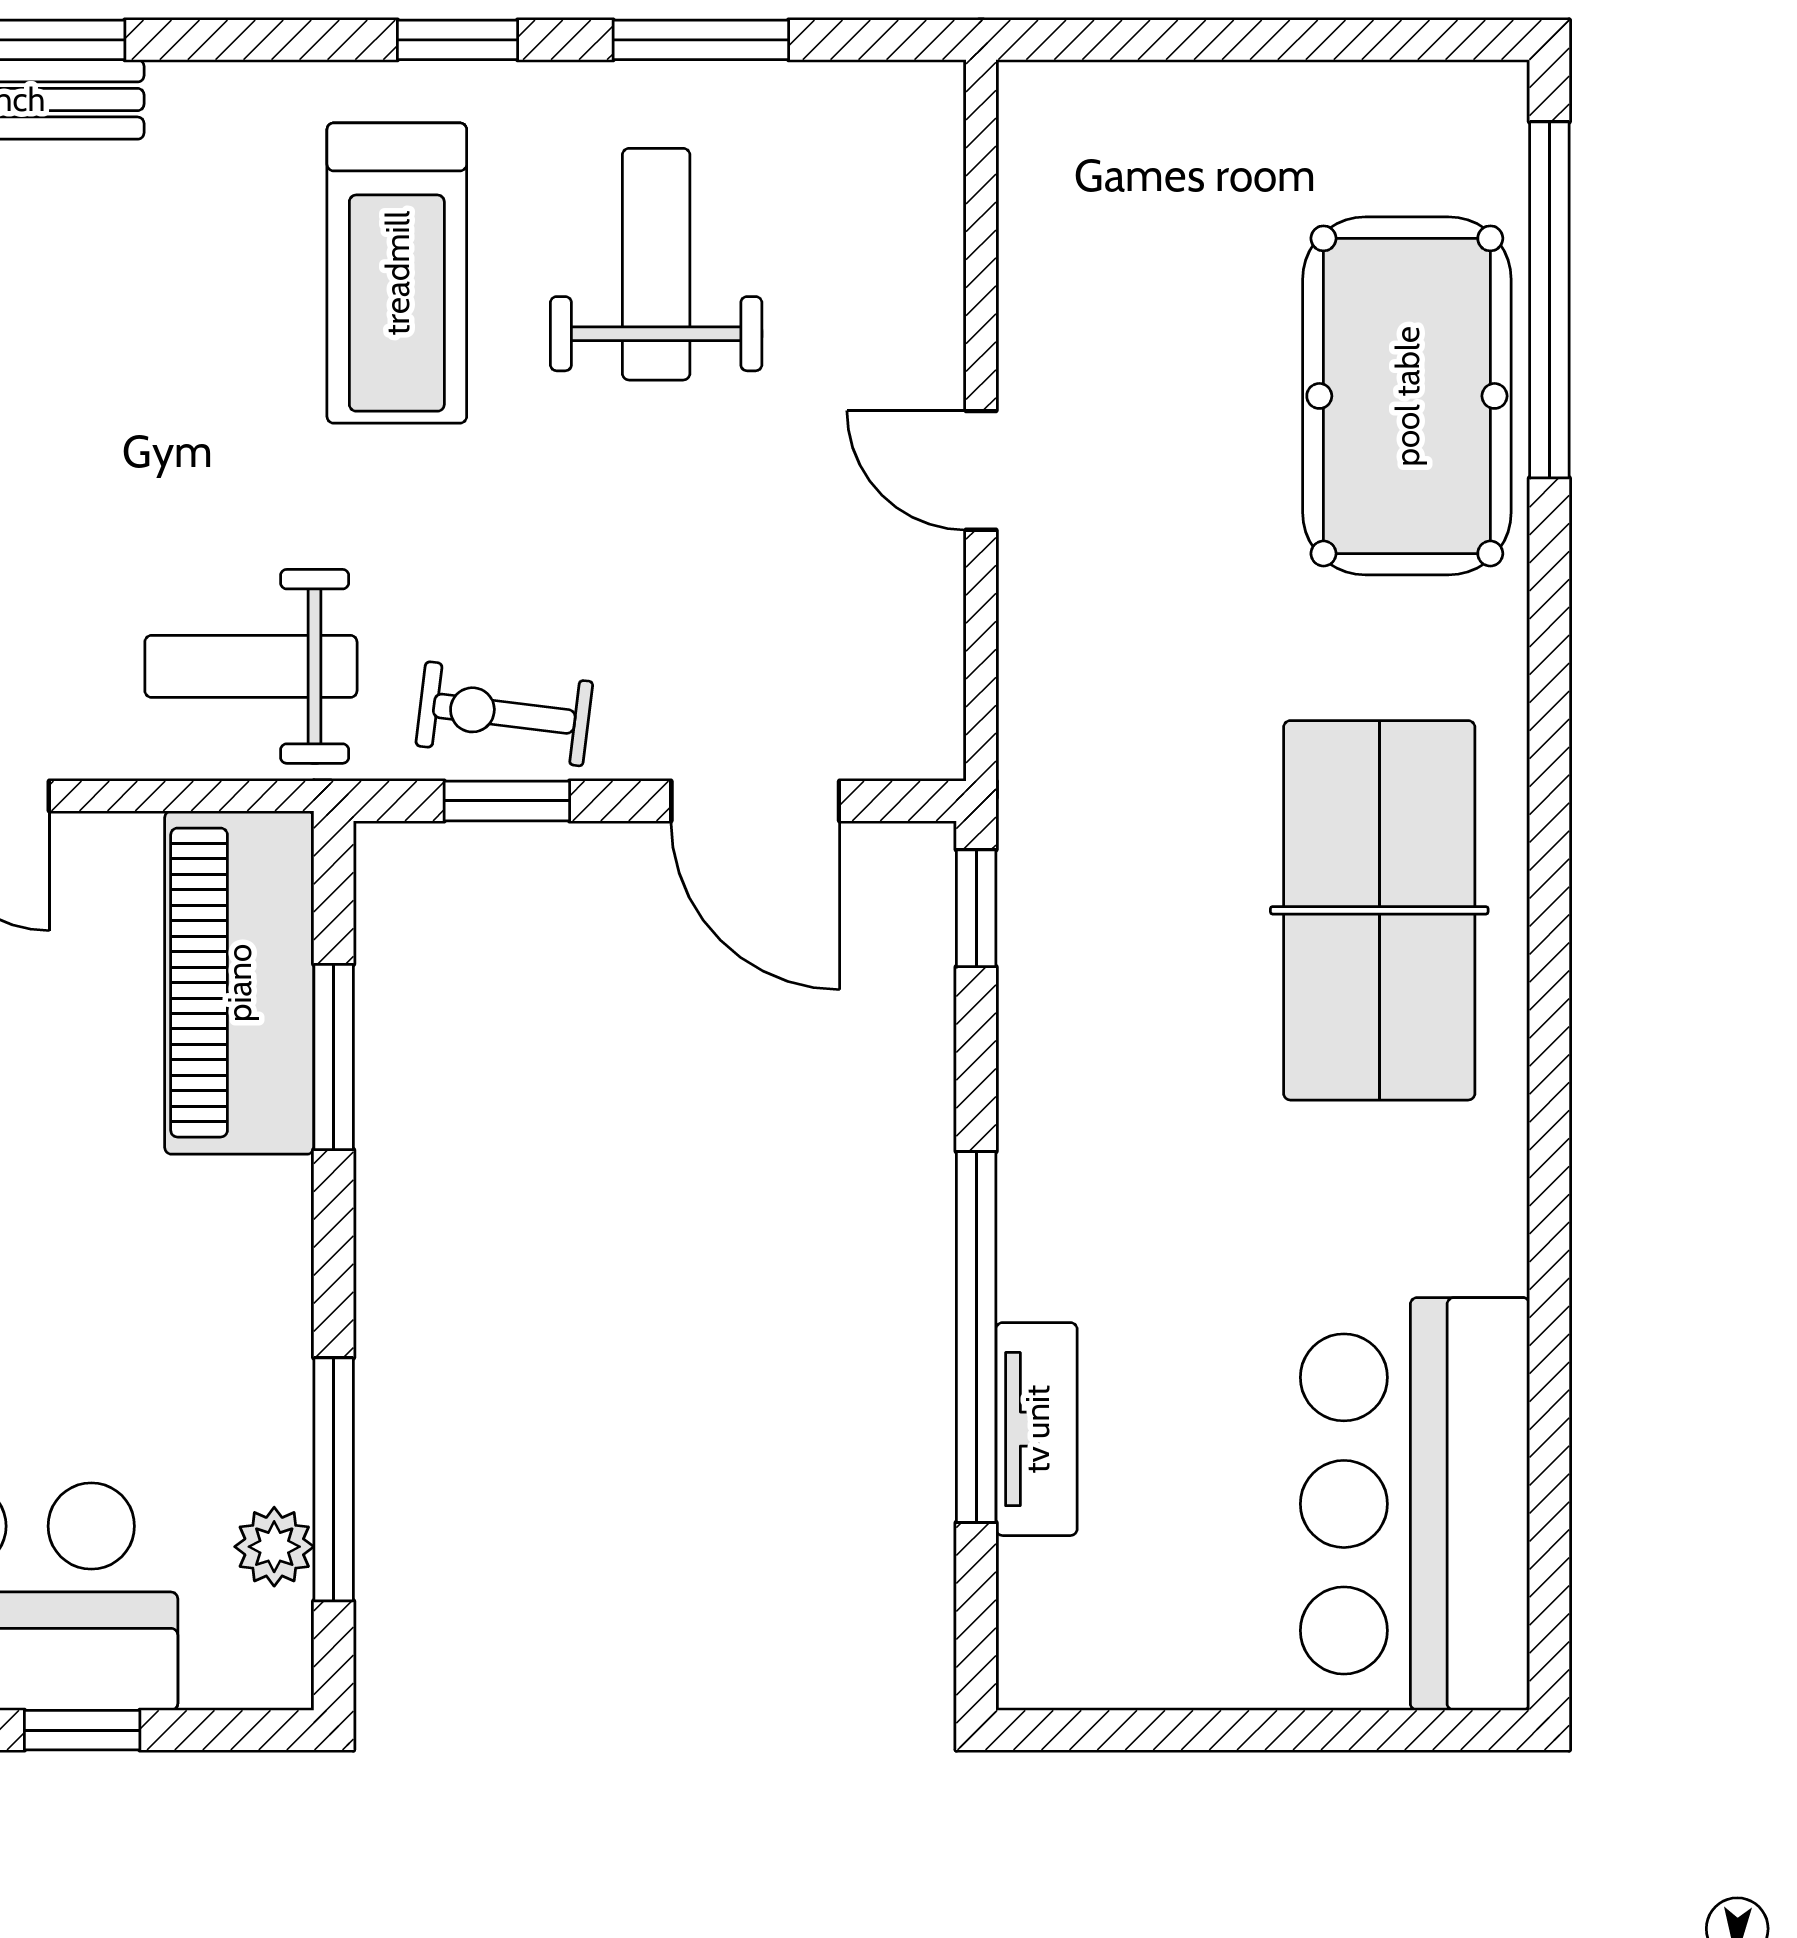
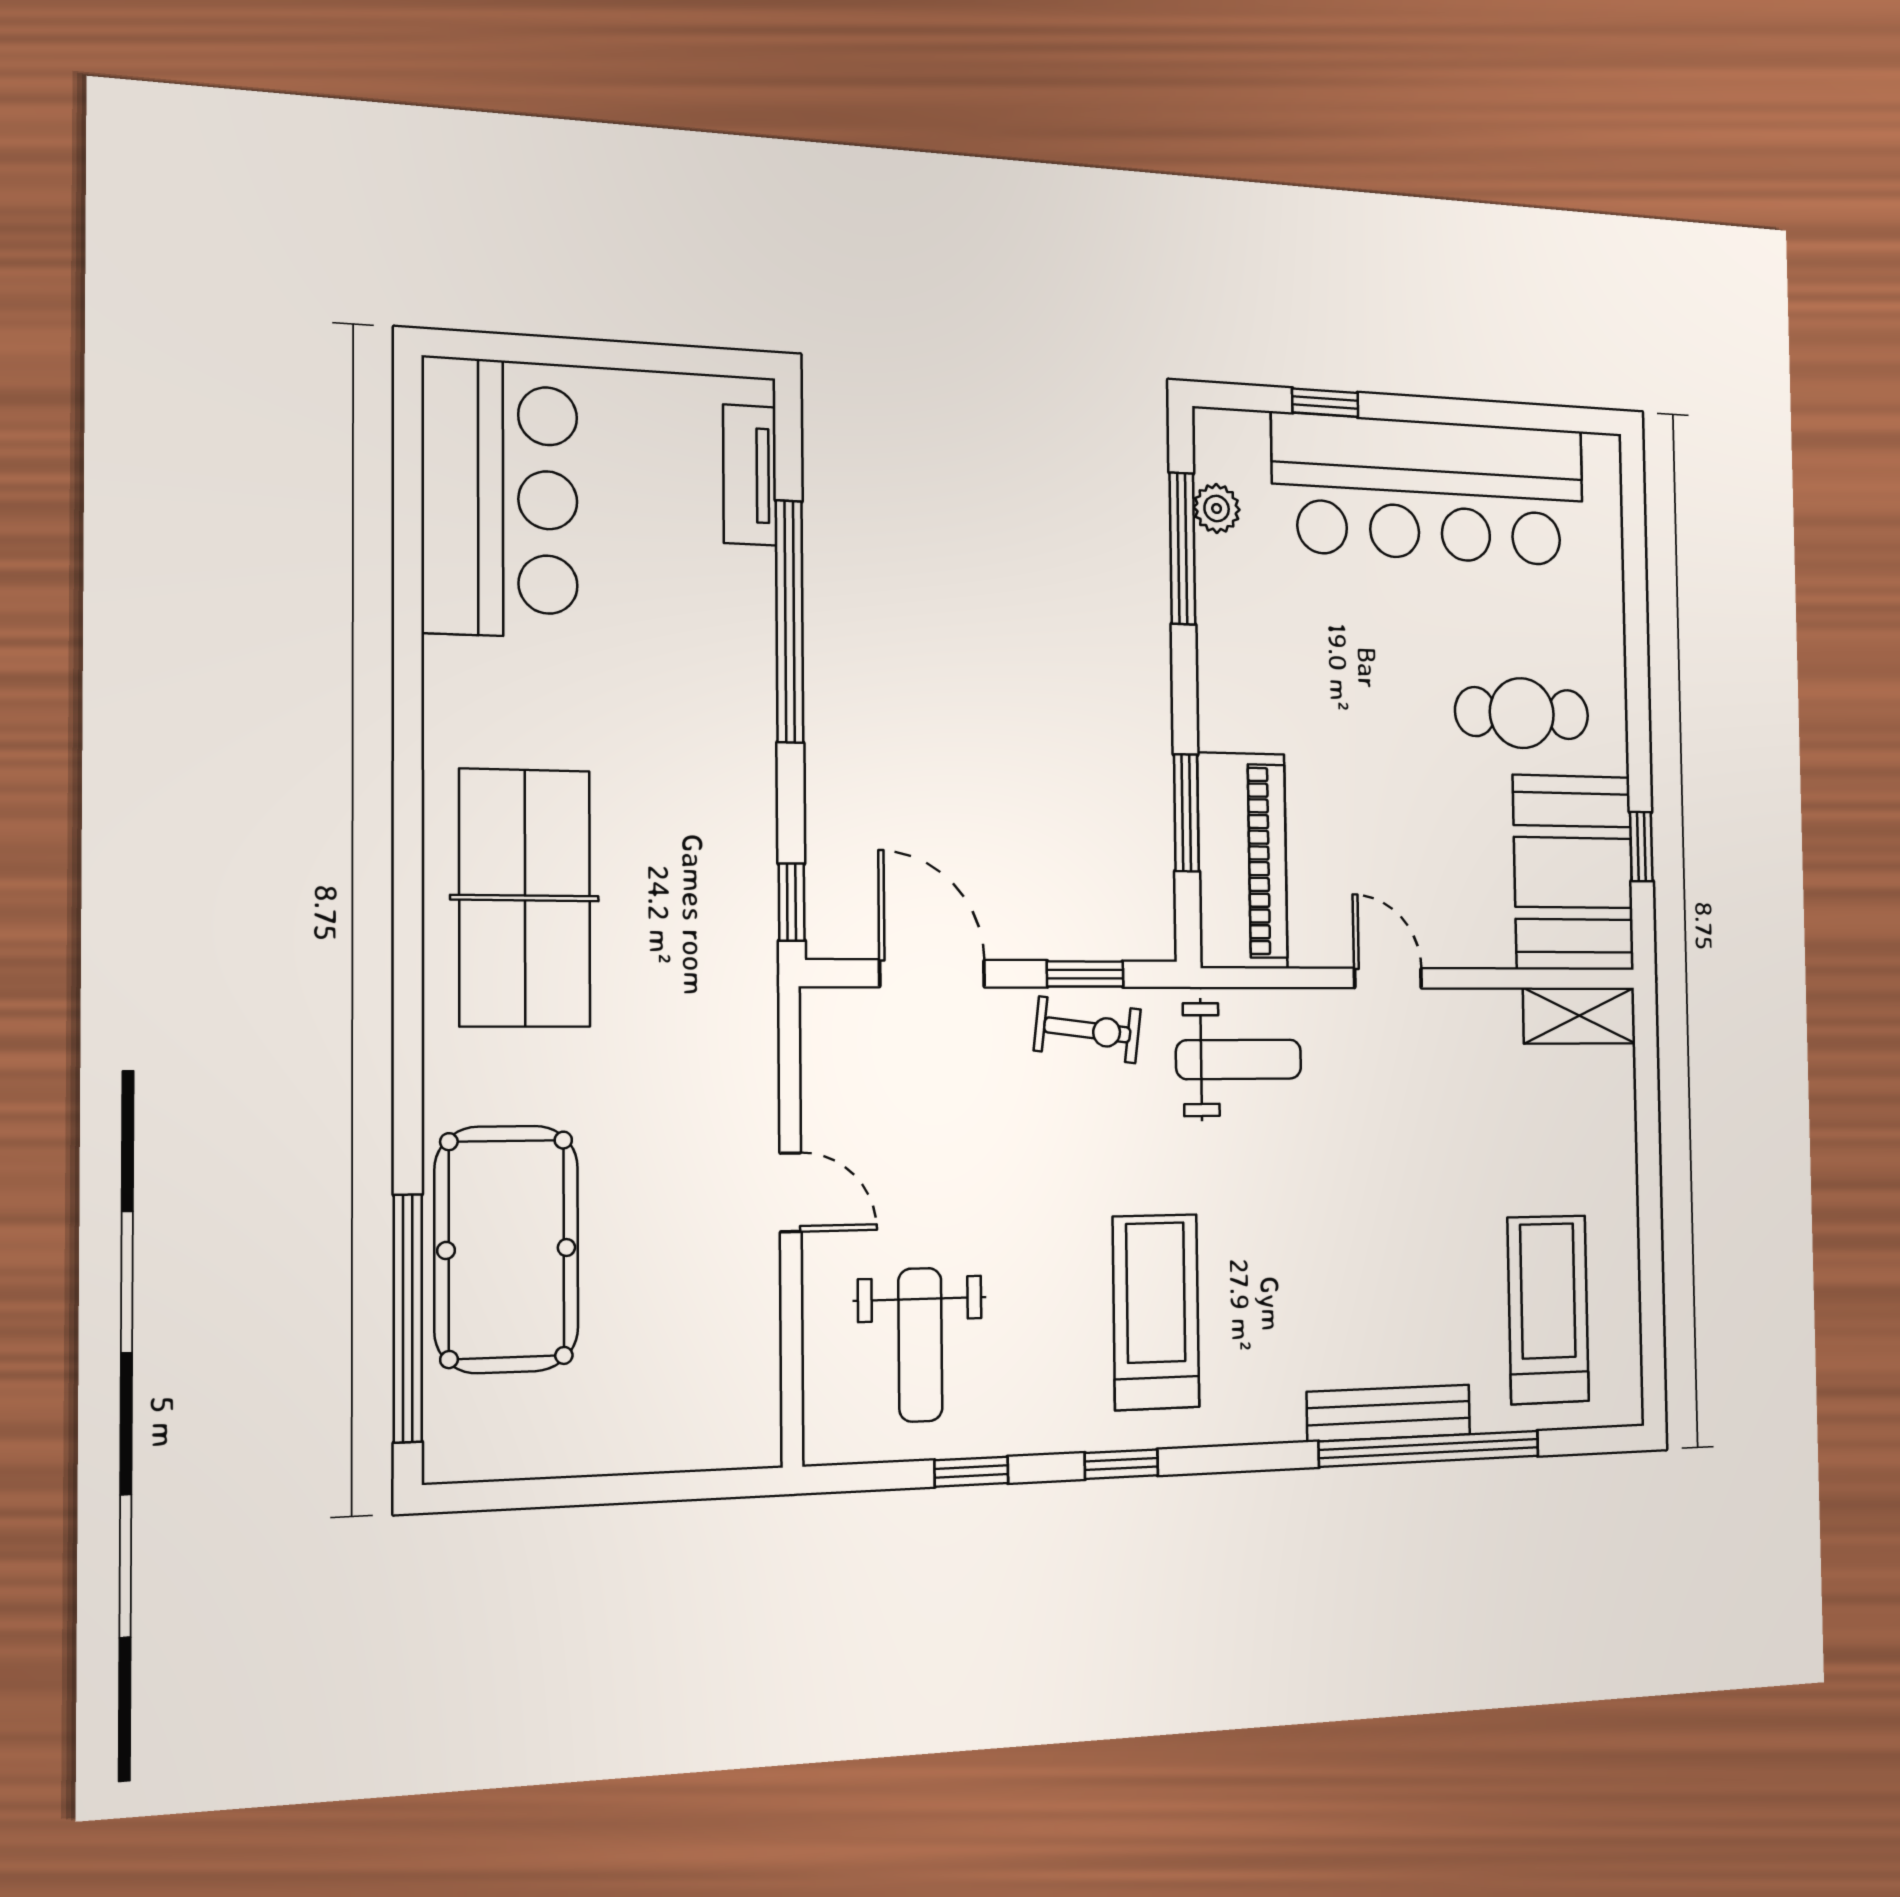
window: (701, 40) -> (971, 1472), width x0.67
weight bench: (656, 264) -> (920, 1345), moved
tv unit: (1037, 1429) -> (750, 475), moved

